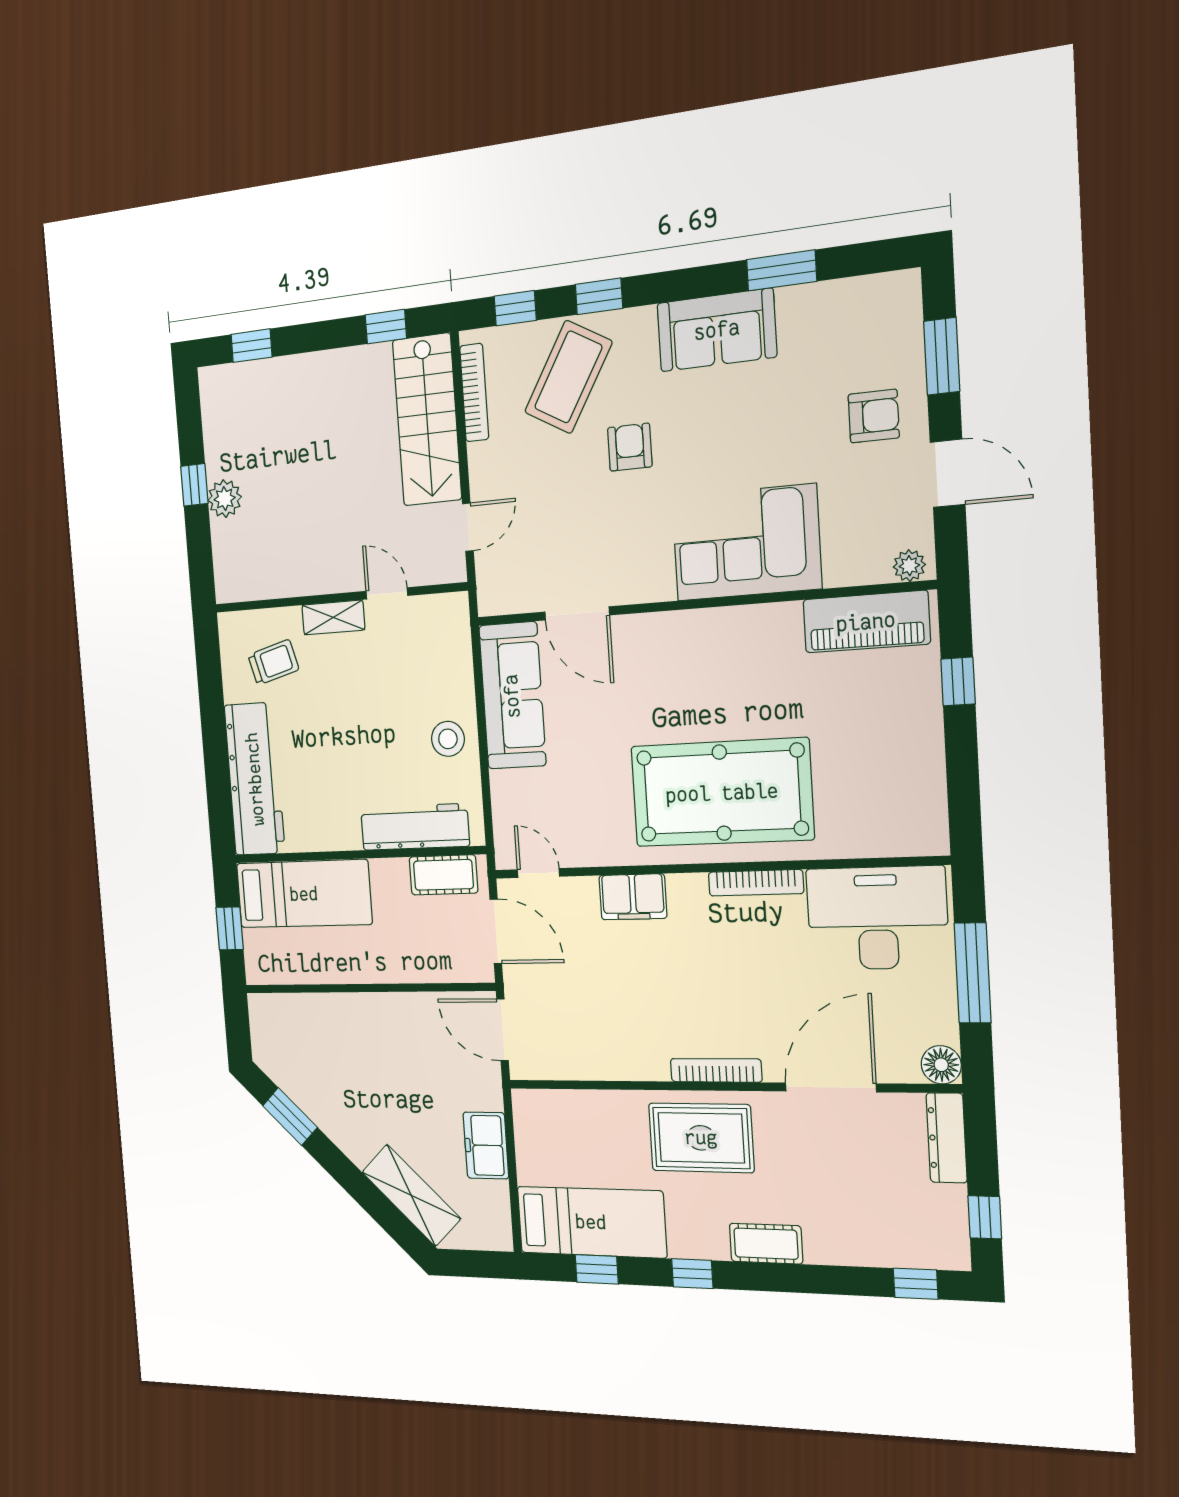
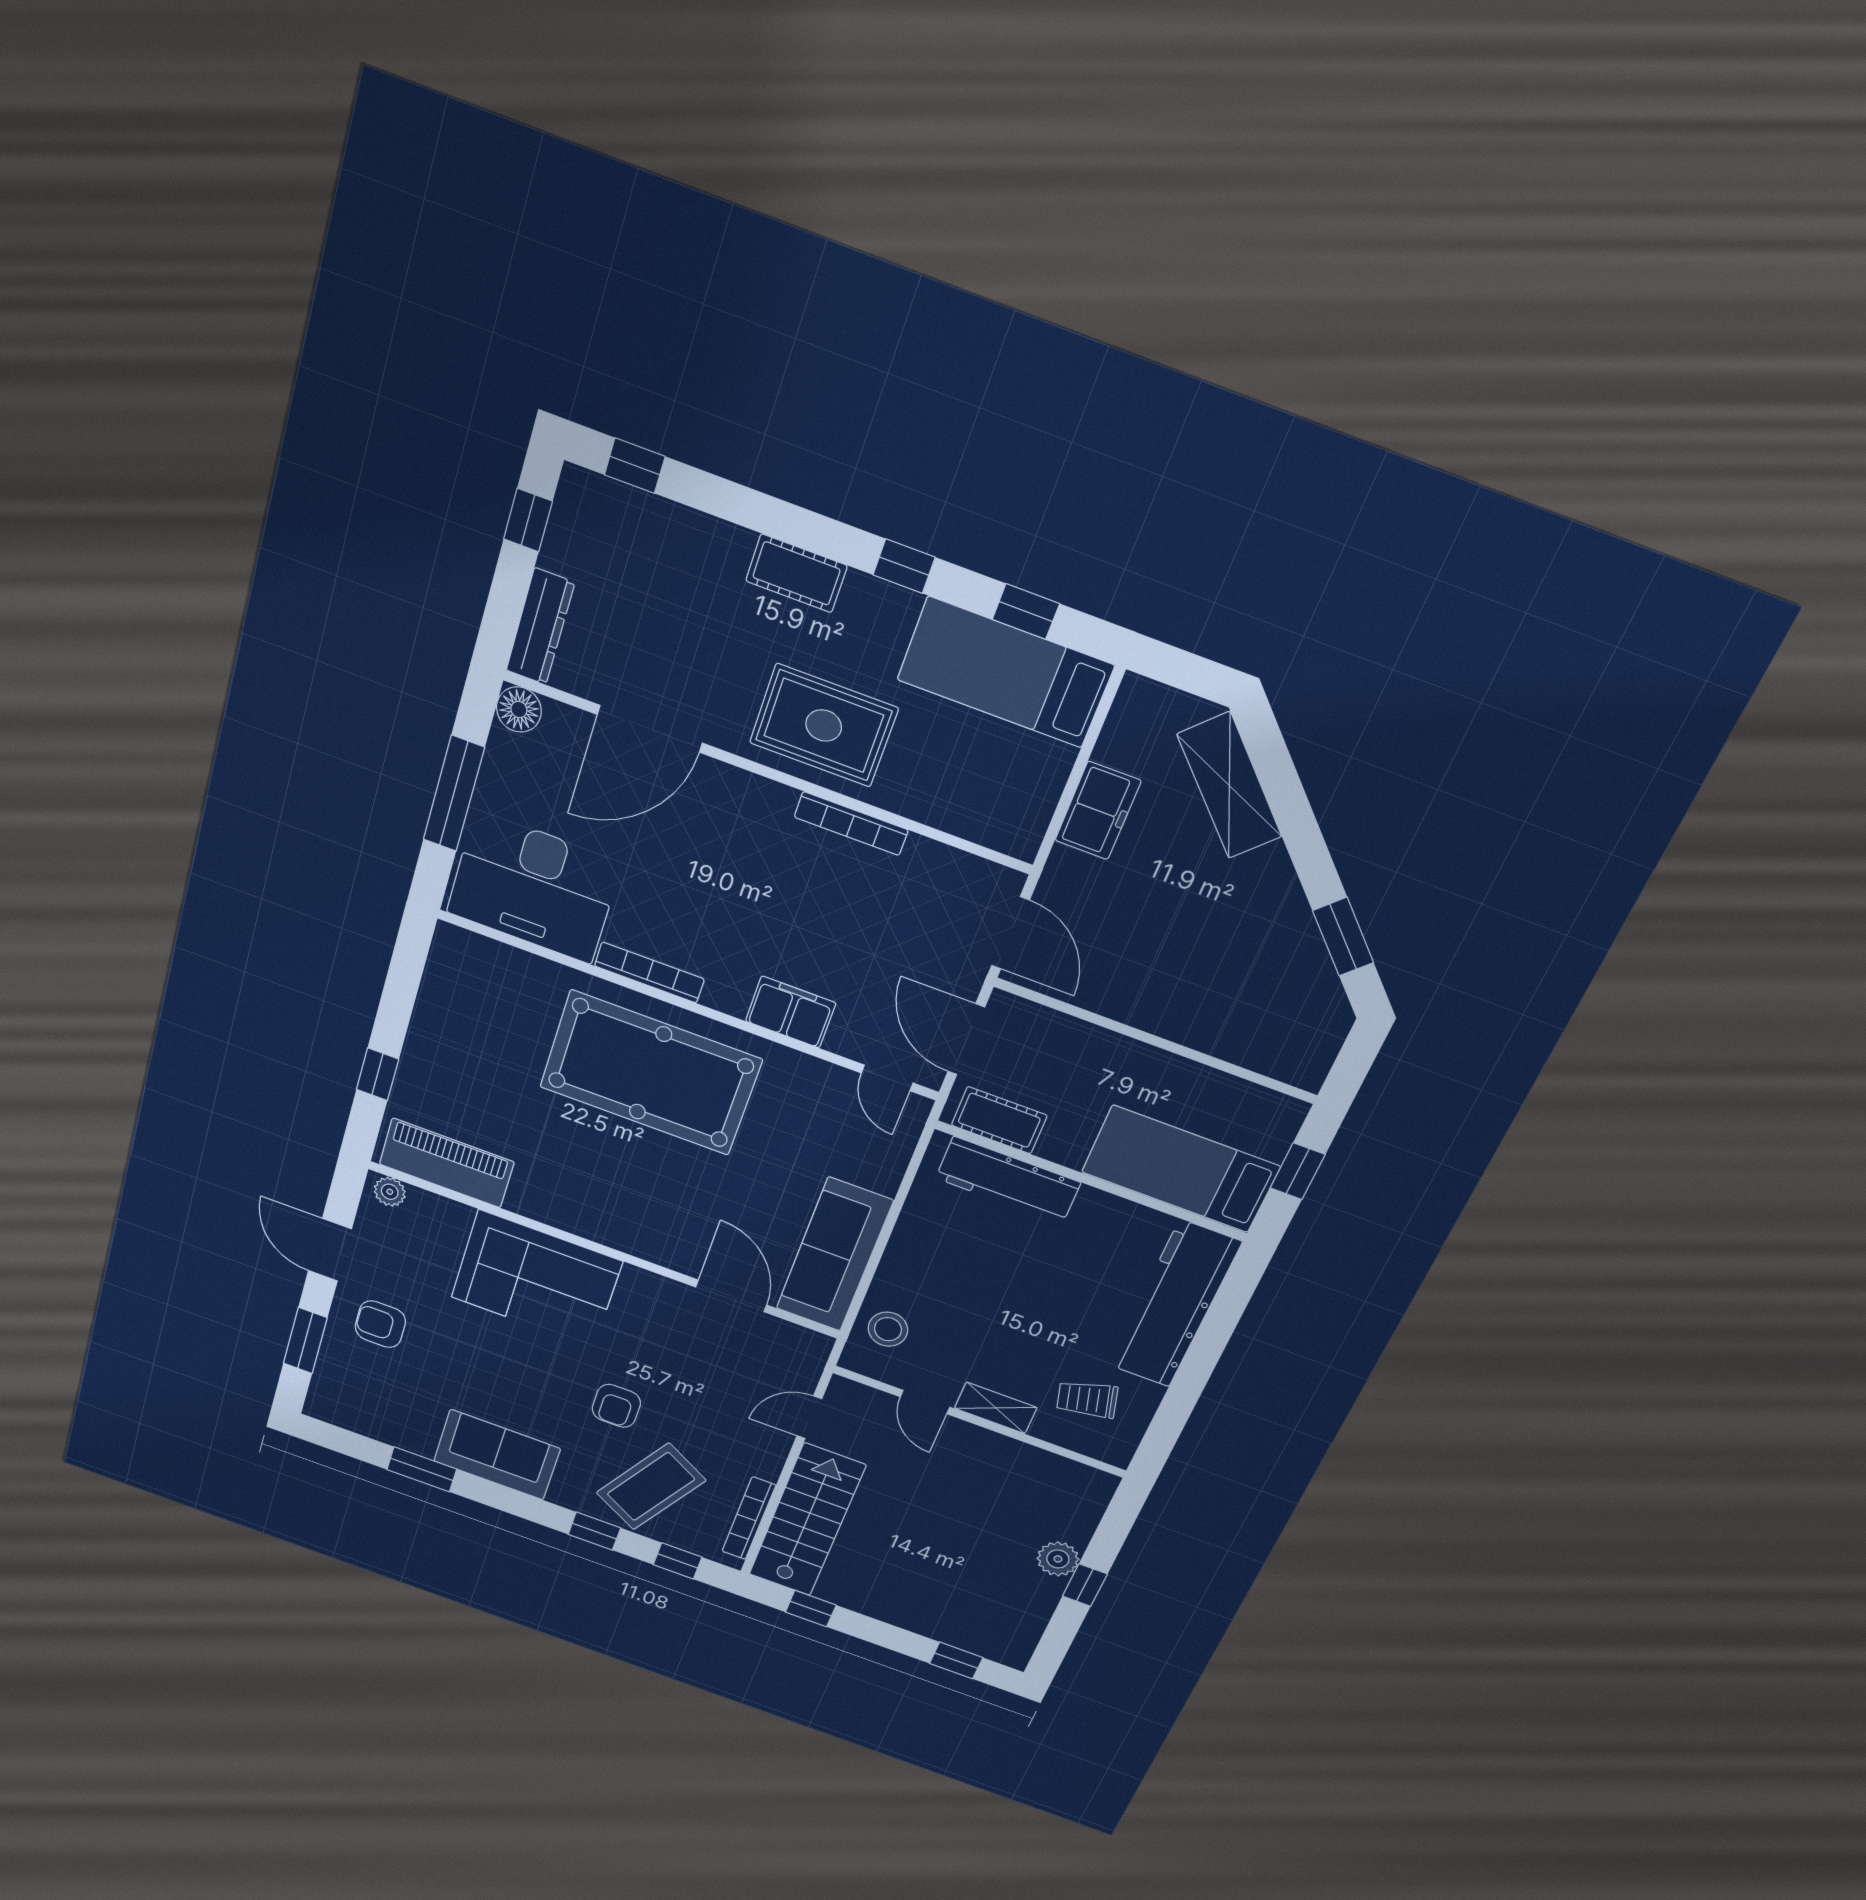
stool: (448, 739) -> (888, 1329), moved
bookcase: (716, 1070) -> (851, 823), moved

